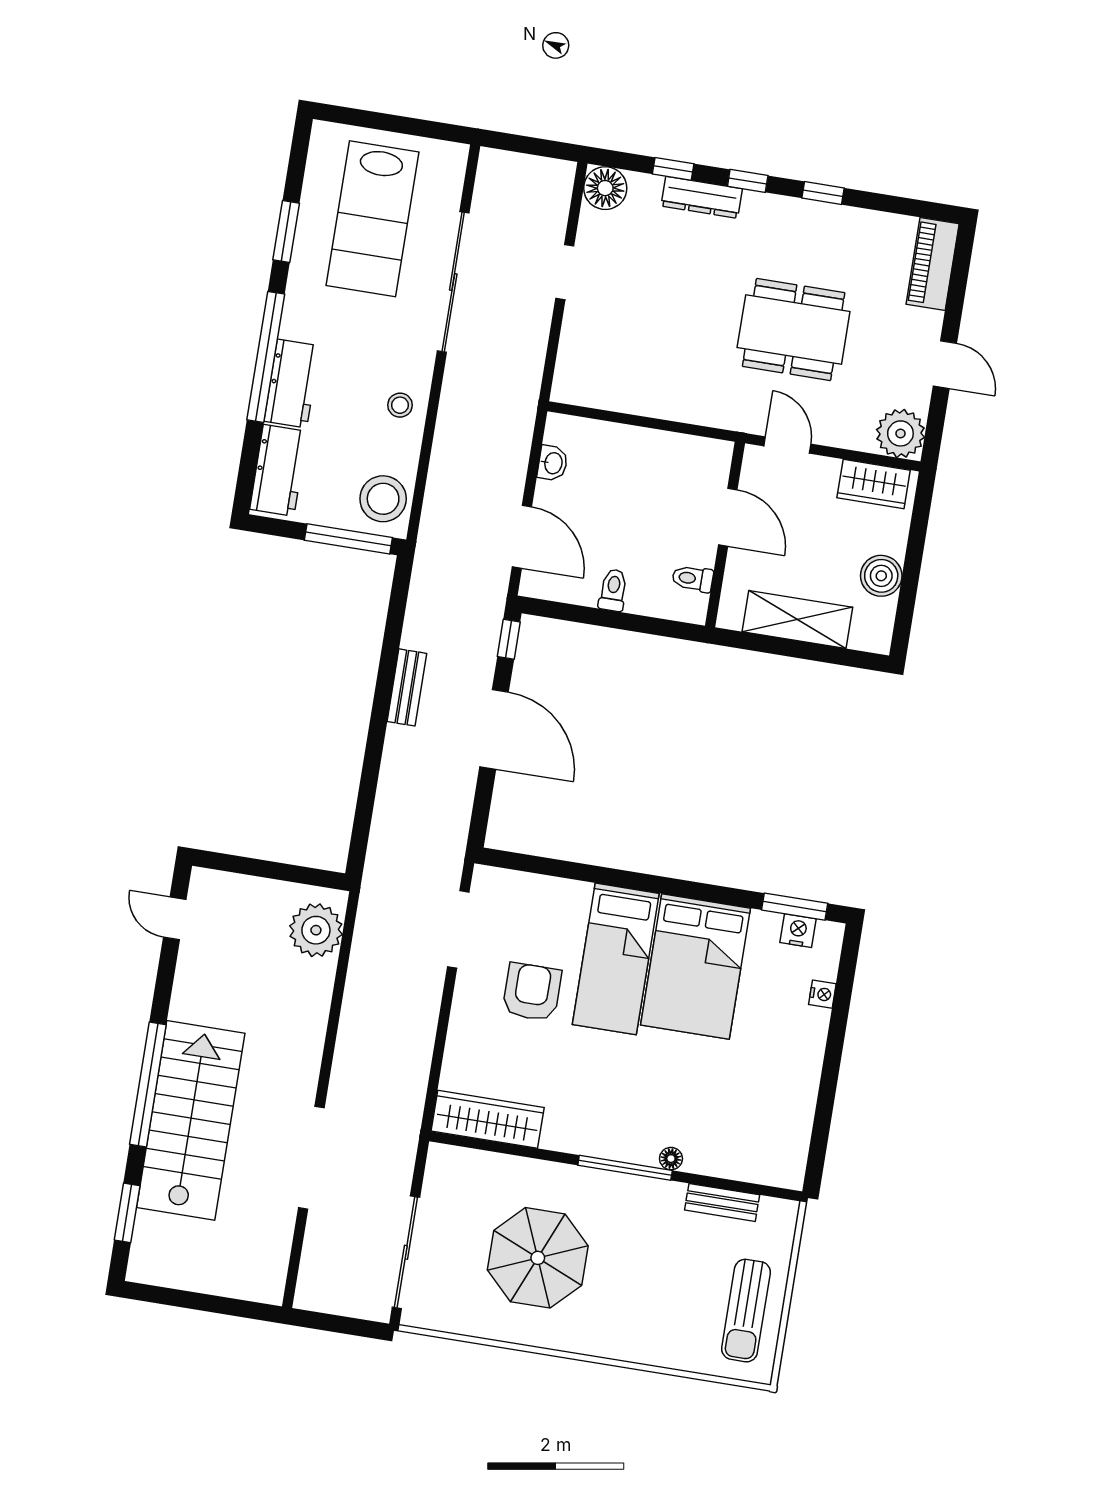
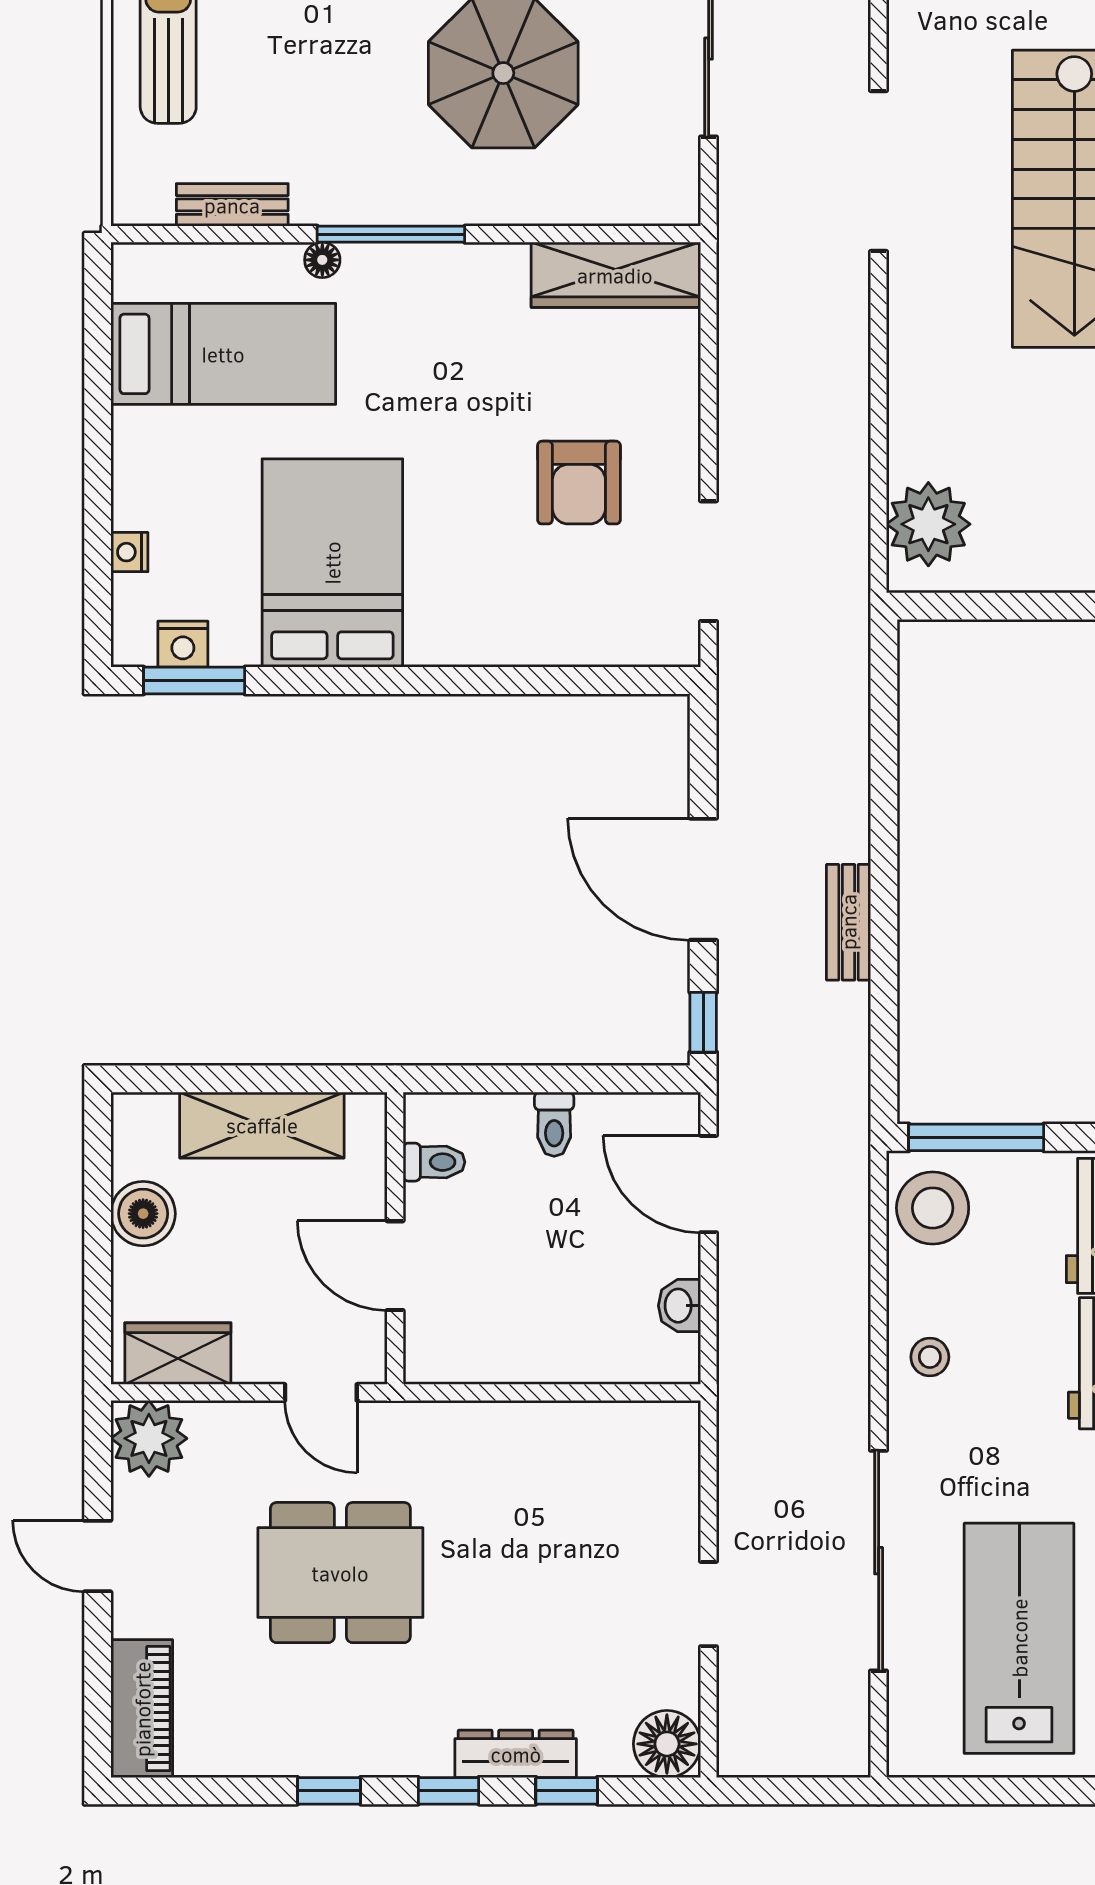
bed: (616, 959) -> (223, 354), moved, turned 90

